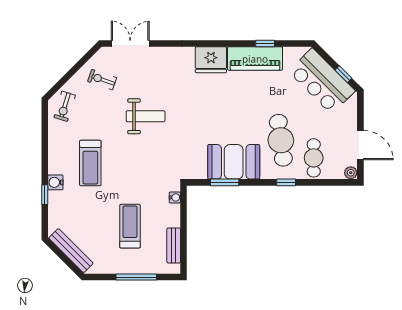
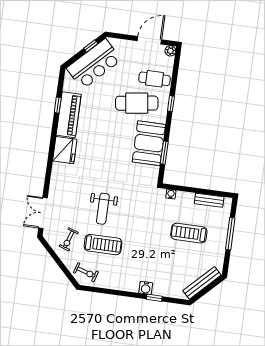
weight bench: (146, 116) -> (103, 209), turned 180
treadmill: (90, 163) -> (103, 245), moved

